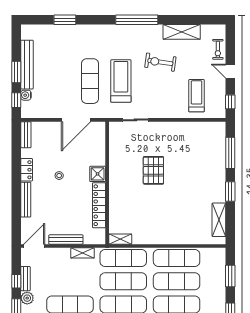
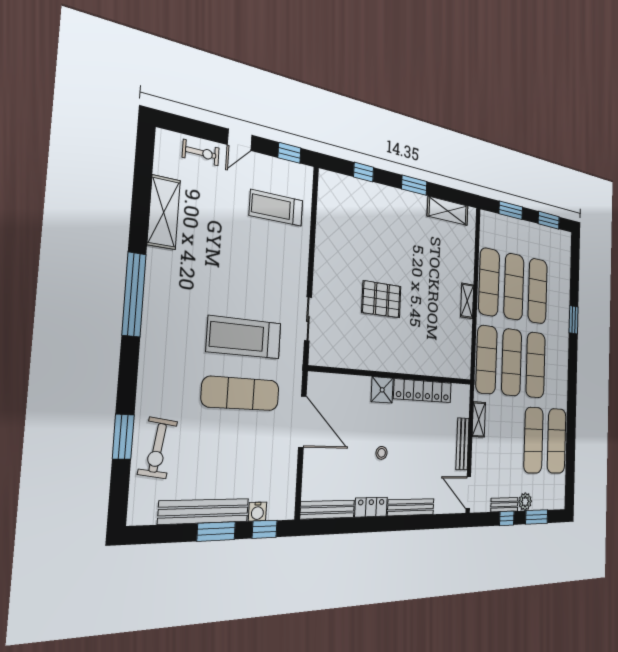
exercise bike: (160, 62) -> (158, 448), moved
bench: (26, 135) -> (328, 510), width x1.36
window: (230, 153) -> (364, 172), width x0.46
shelving: (120, 239) -> (467, 301), moved

